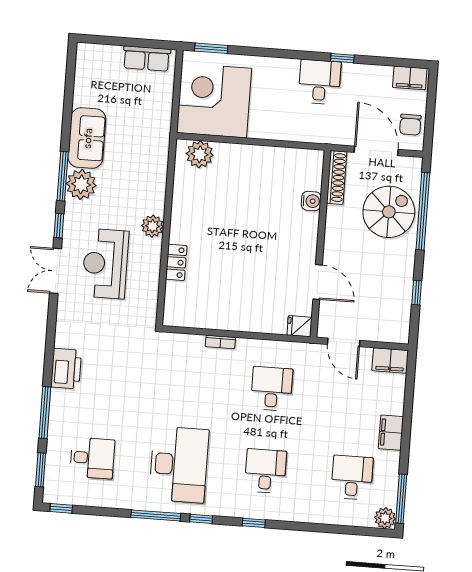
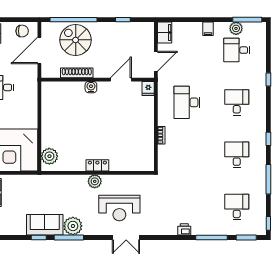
shoe rack: (337, 177) -> (77, 73), moved
water cooler: (311, 201) -> (91, 87), moved
window: (59, 226) -> (39, 237), moved
locker: (176, 262) -> (97, 165), moved
printer: (66, 369) -> (184, 229), width x0.53, depth x0.68
desk: (272, 389) -> (187, 102), width x1.37
filing cabinet: (391, 433) -> (208, 29), width x0.50
desk: (179, 465) -> (237, 155), width x0.53, depth x0.77
desk: (265, 471) -> (237, 102), turned 90
window: (156, 515) -> (268, 179), moved
plant: (385, 518) -> (236, 28), moved
window: (254, 523) -> (268, 80), moved

